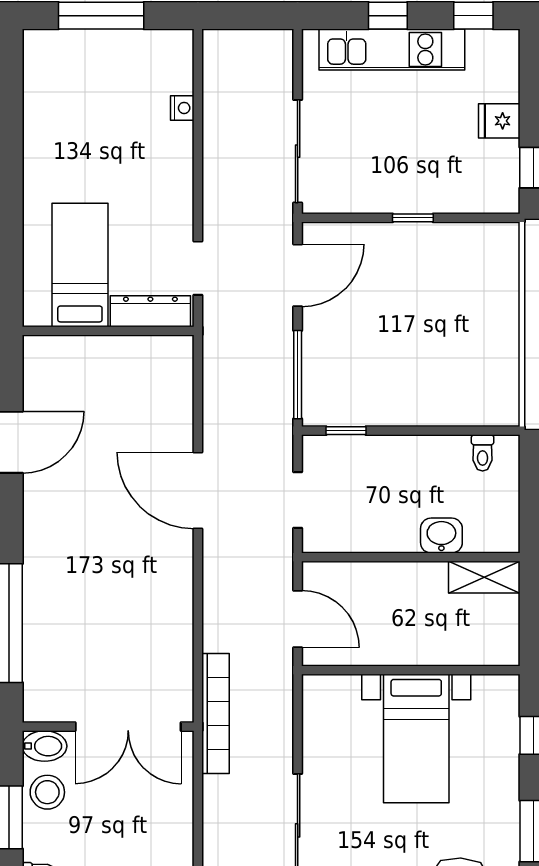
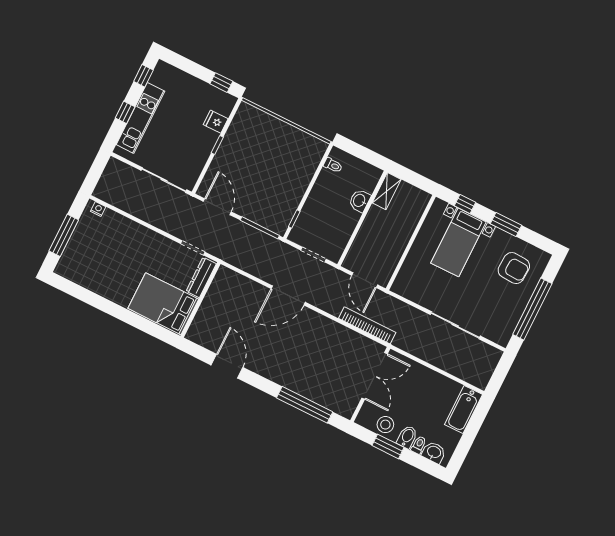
nightstand: (182, 108) -> (98, 209), moved
fridge: (499, 121) -> (216, 122), moved, turned 90
bed: (80, 265) -> (163, 304), width x1.50
door: (298, 619) -> (365, 280), swing flipped
bookcase: (216, 714) -> (367, 325), moved
bed with nightstands: (416, 739) -> (458, 242), moved, turned 90
bidet: (45, 746) -> (407, 437), moved

